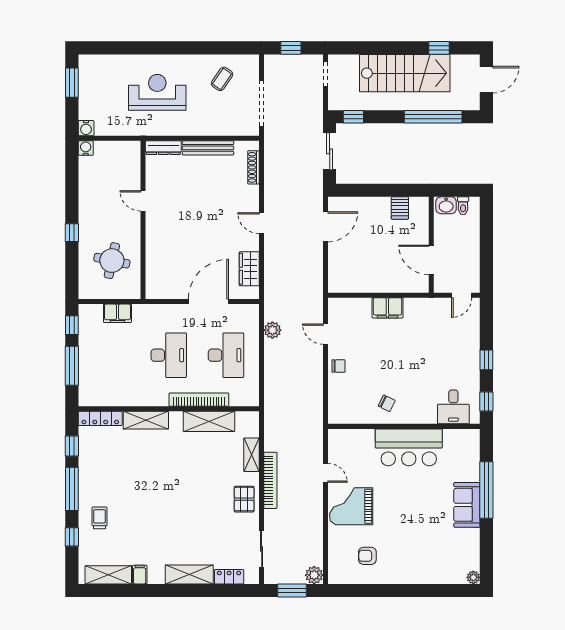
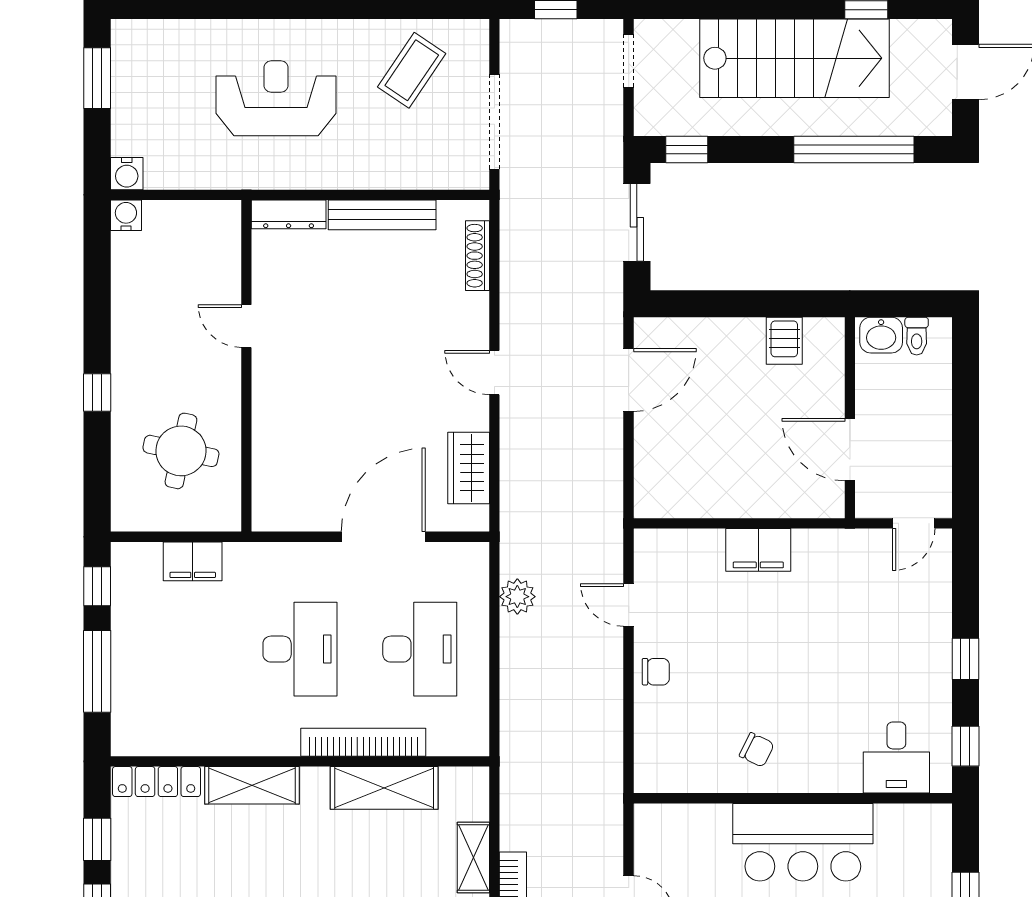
coffee table: (222, 79) -> (412, 70), width x1.36, depth x1.30

